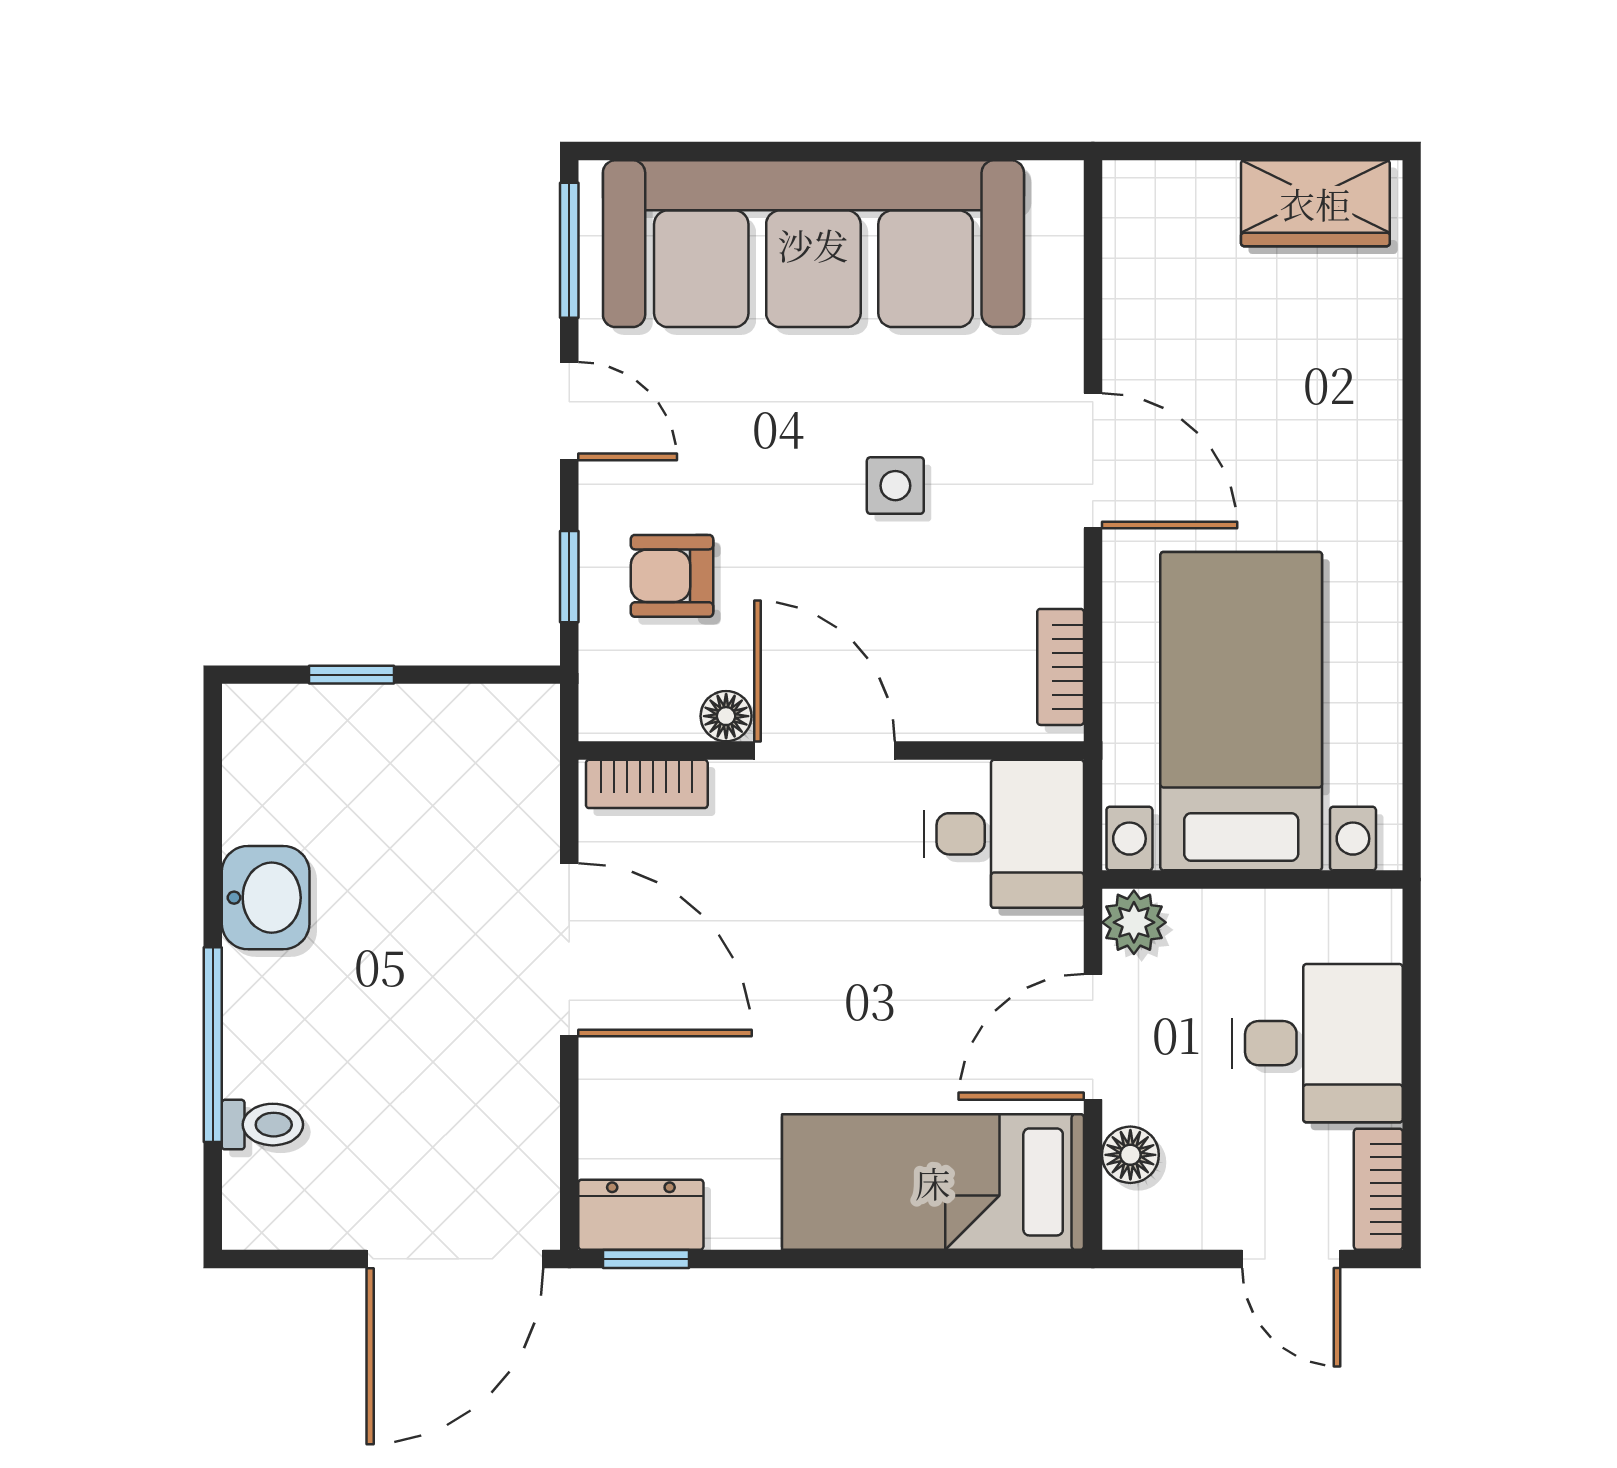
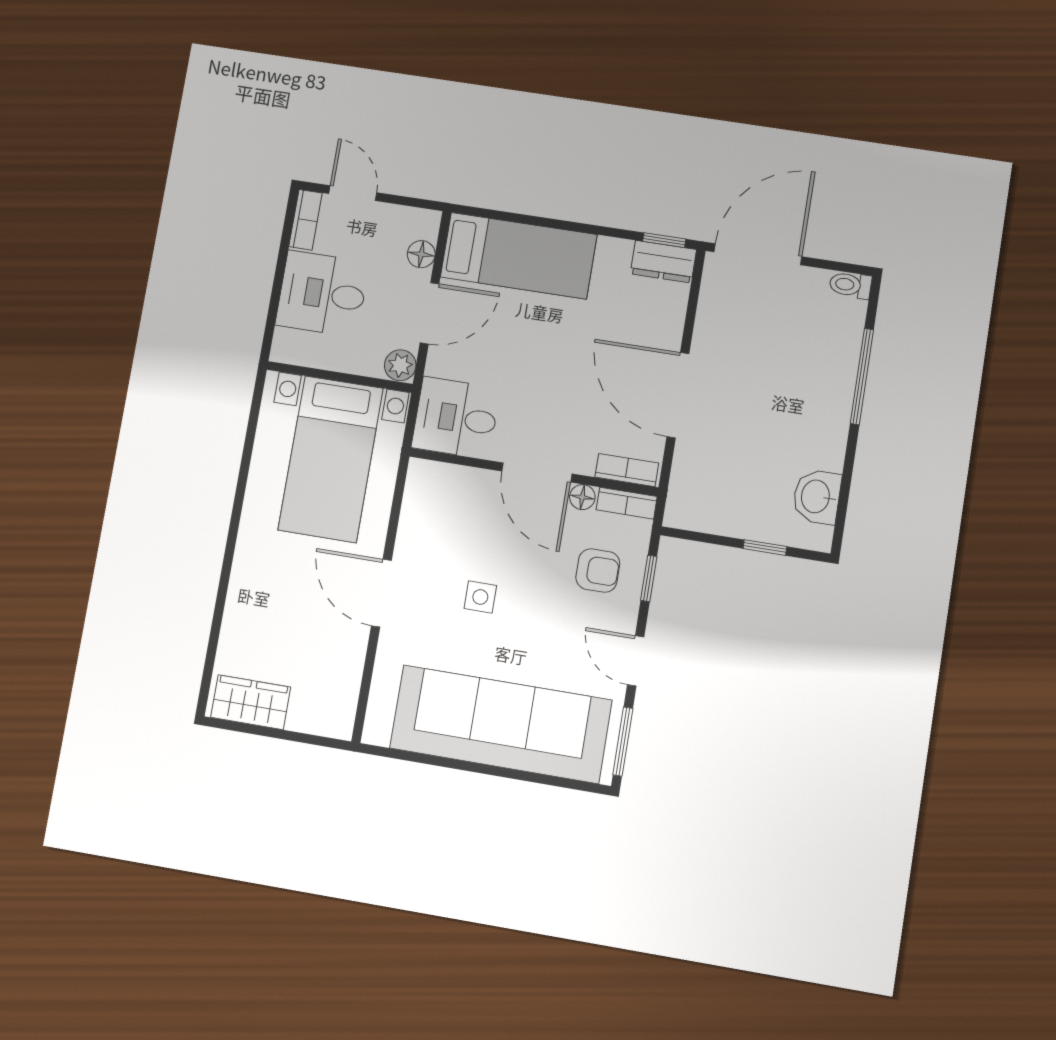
bookcase: (1061, 667) -> (627, 503), moved, turned 90
washbasin: (266, 898) -> (817, 497), moved
toilet: (262, 1125) -> (850, 285), moved

